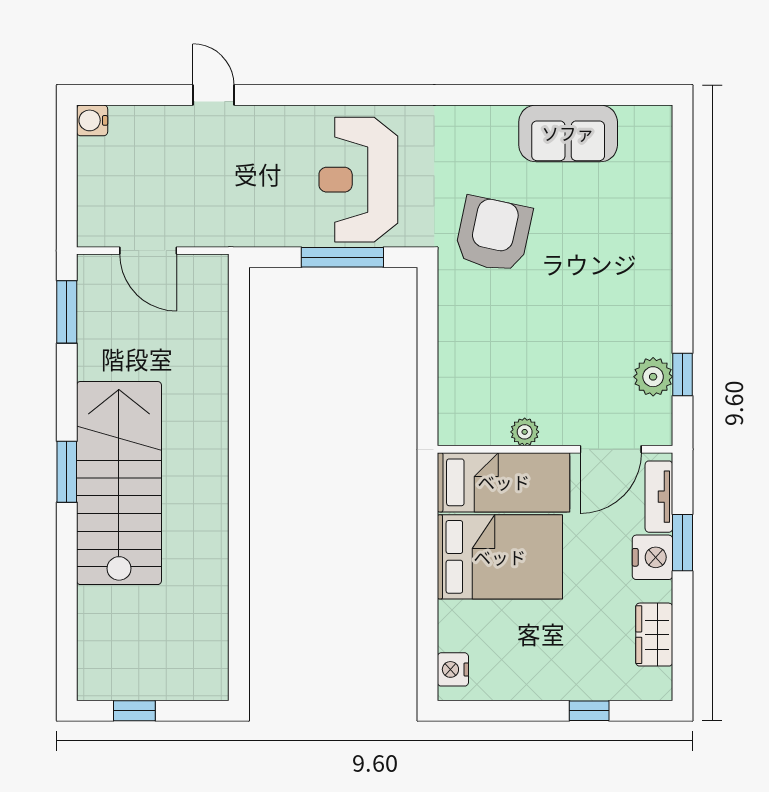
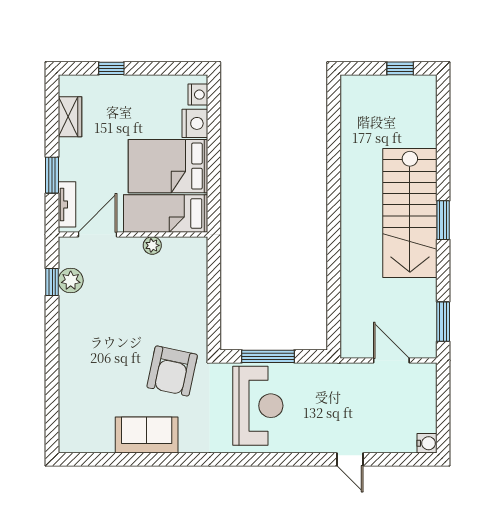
sofa: (568, 133) -> (147, 435), moved
nightstand: (652, 557) -> (195, 123), moved, turned 180

